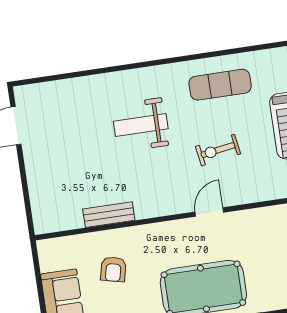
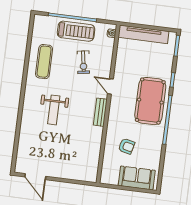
exercise bike: (218, 150) -> (83, 62), moved
bench: (109, 215) -> (100, 112), moved

